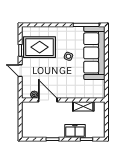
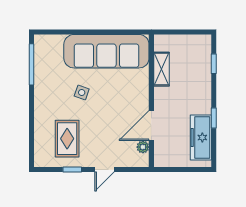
rug: (40, 47) -> (67, 139), width x0.73, depth x0.70
sofa: (94, 53) -> (106, 51), moved
freezer: (75, 131) -> (201, 138), moved, width x1.40

